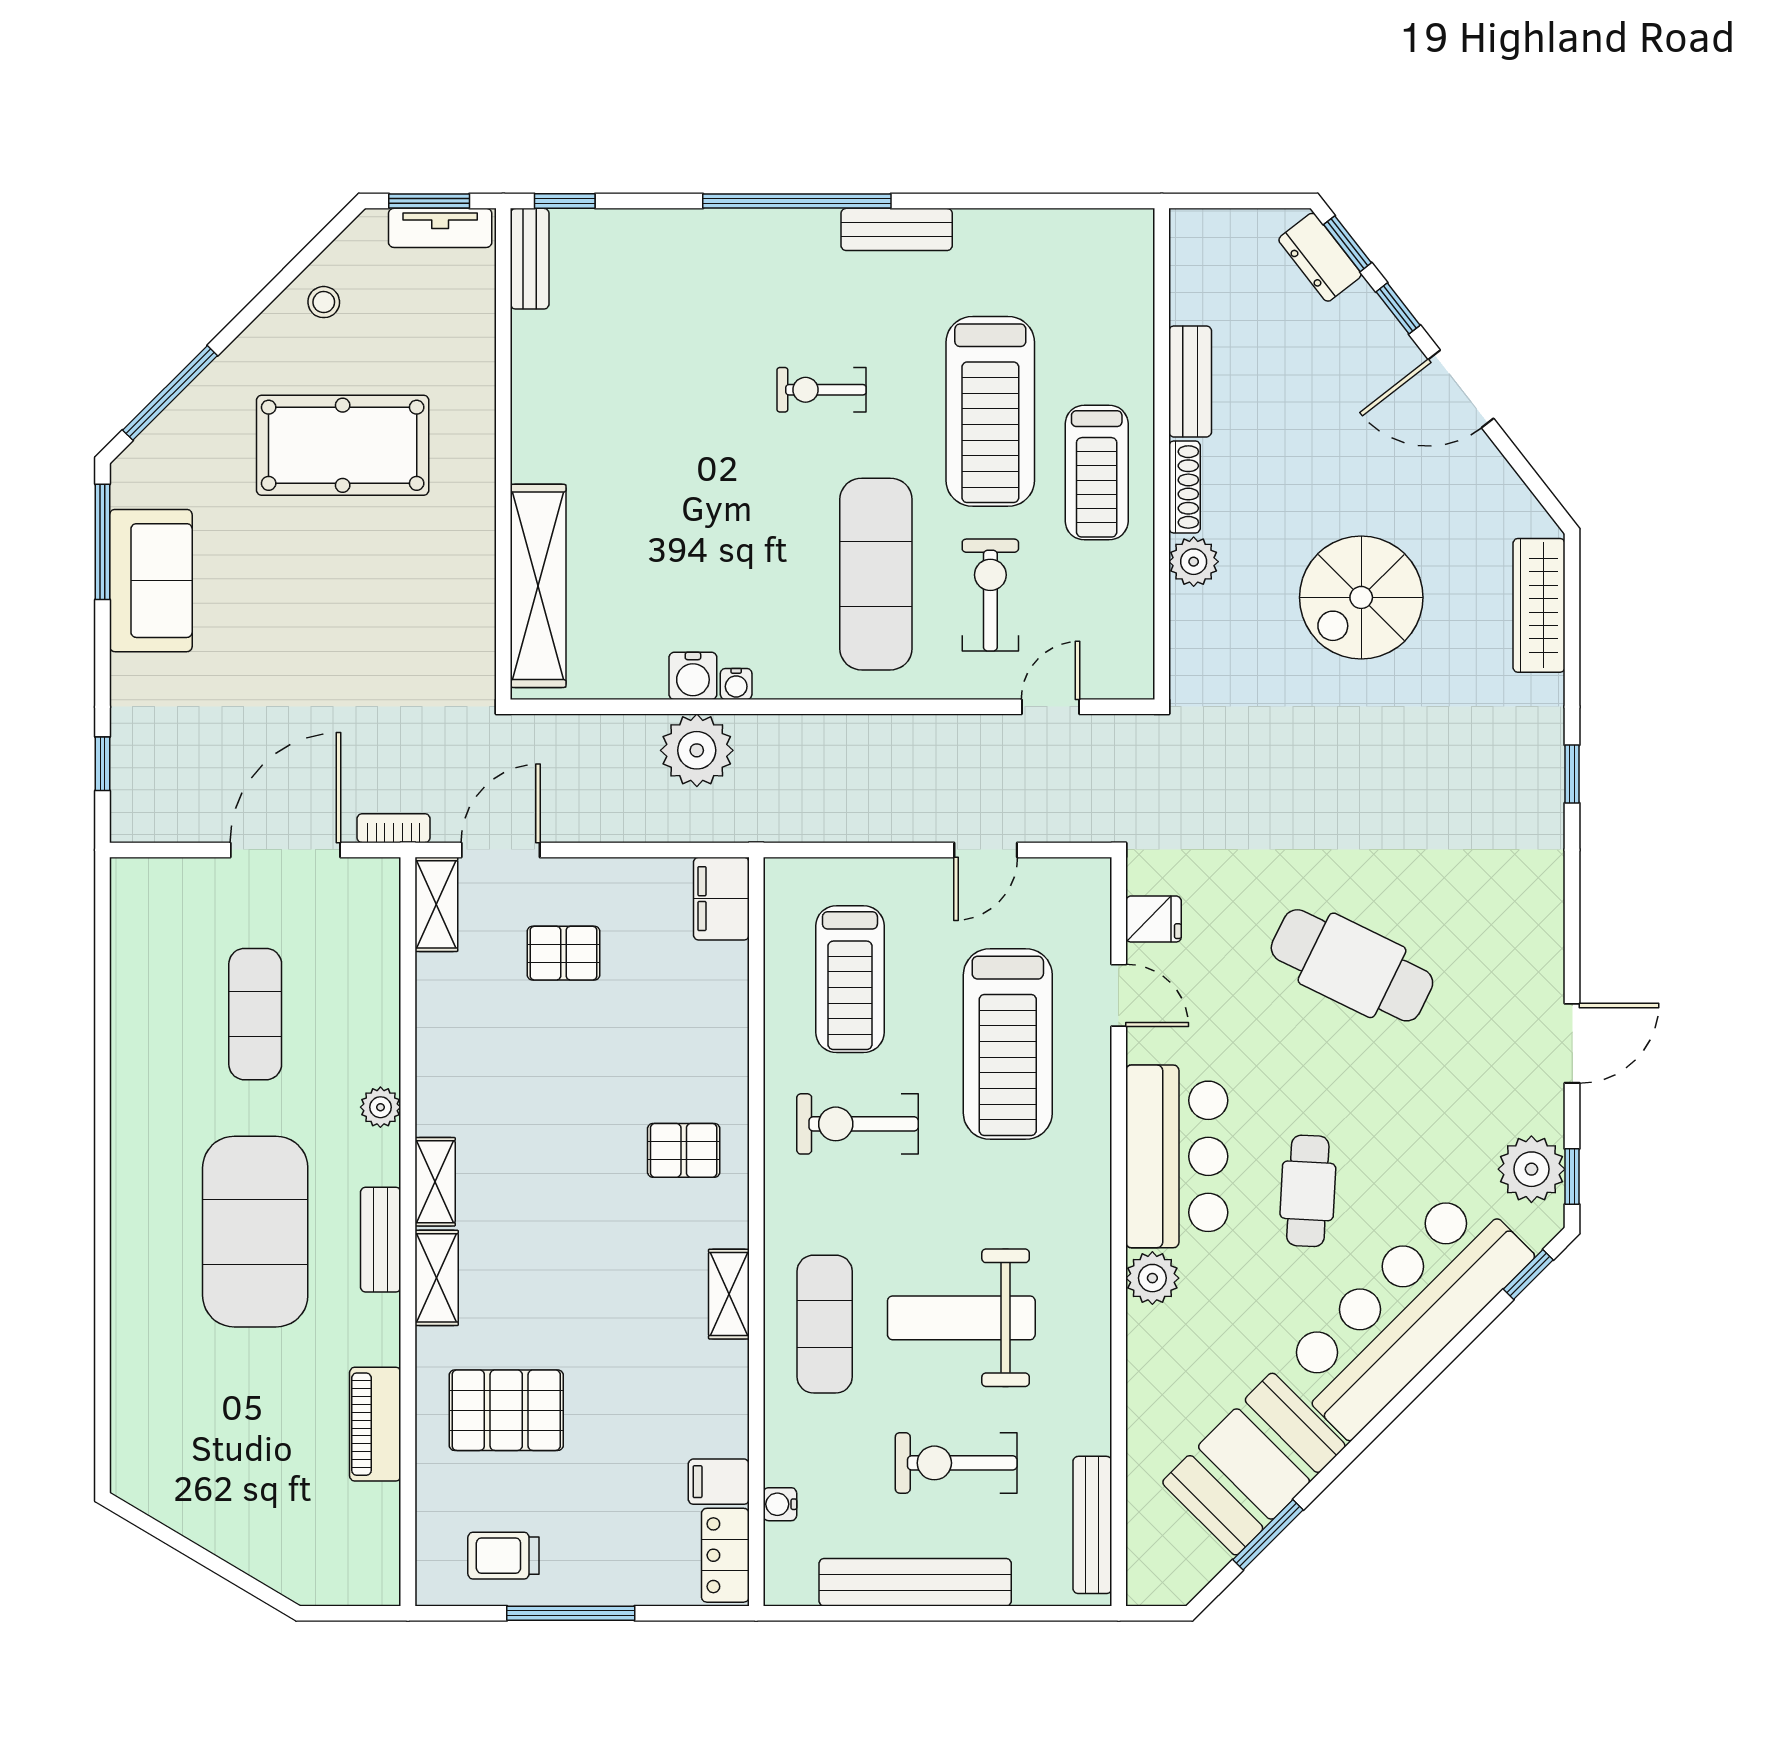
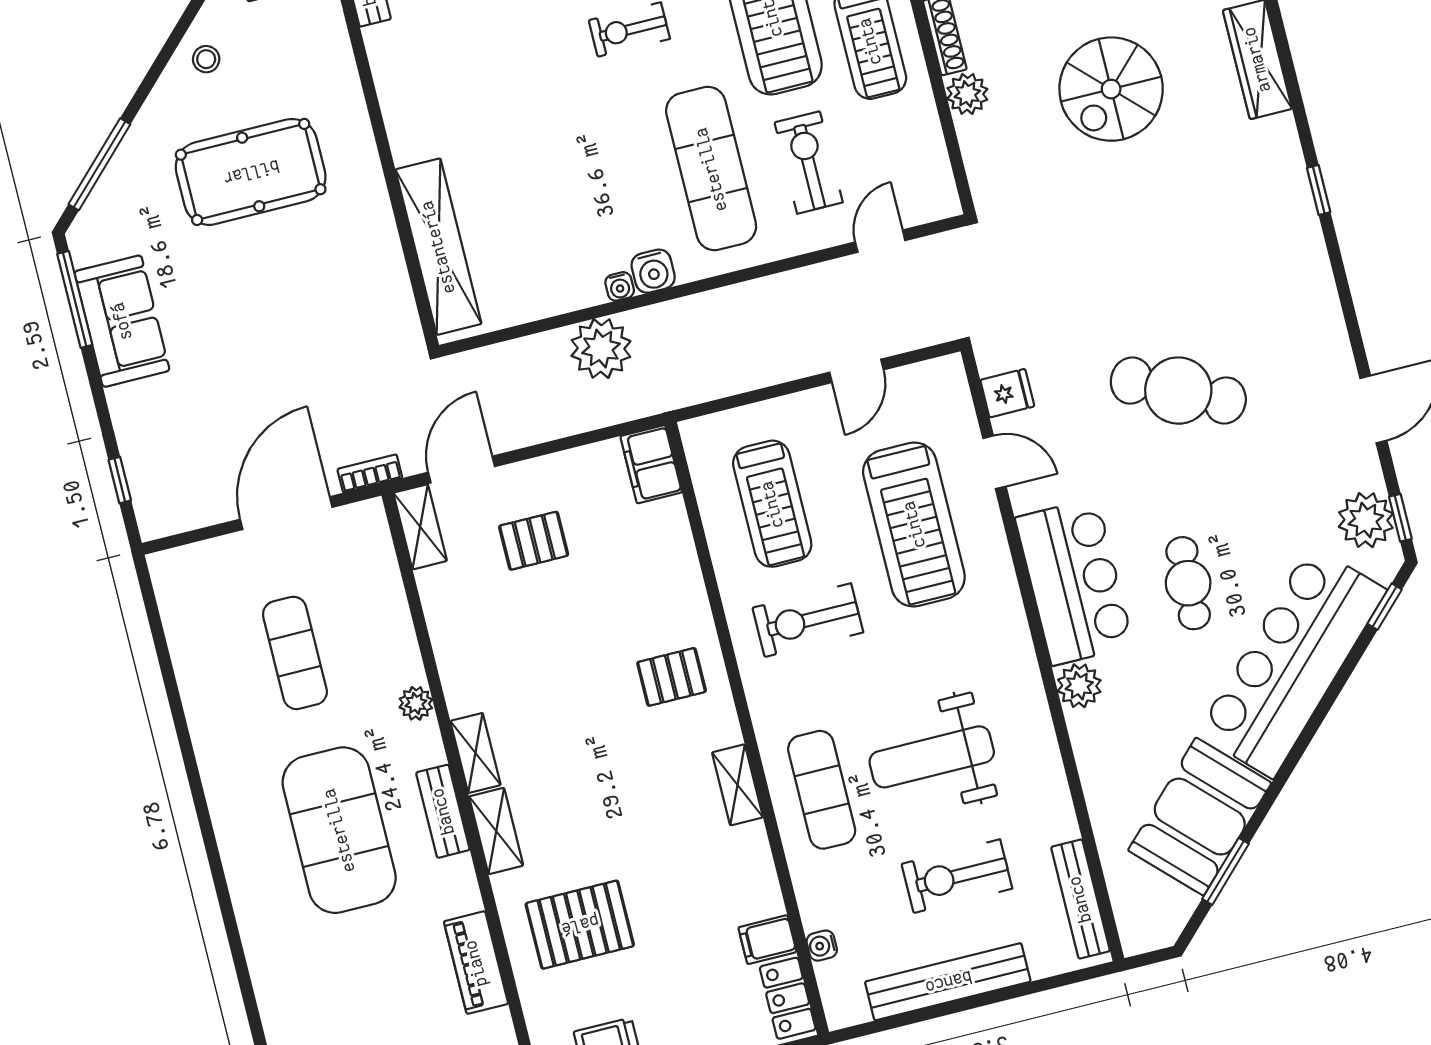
water cooler: (693, 676) -> (653, 271), moved

